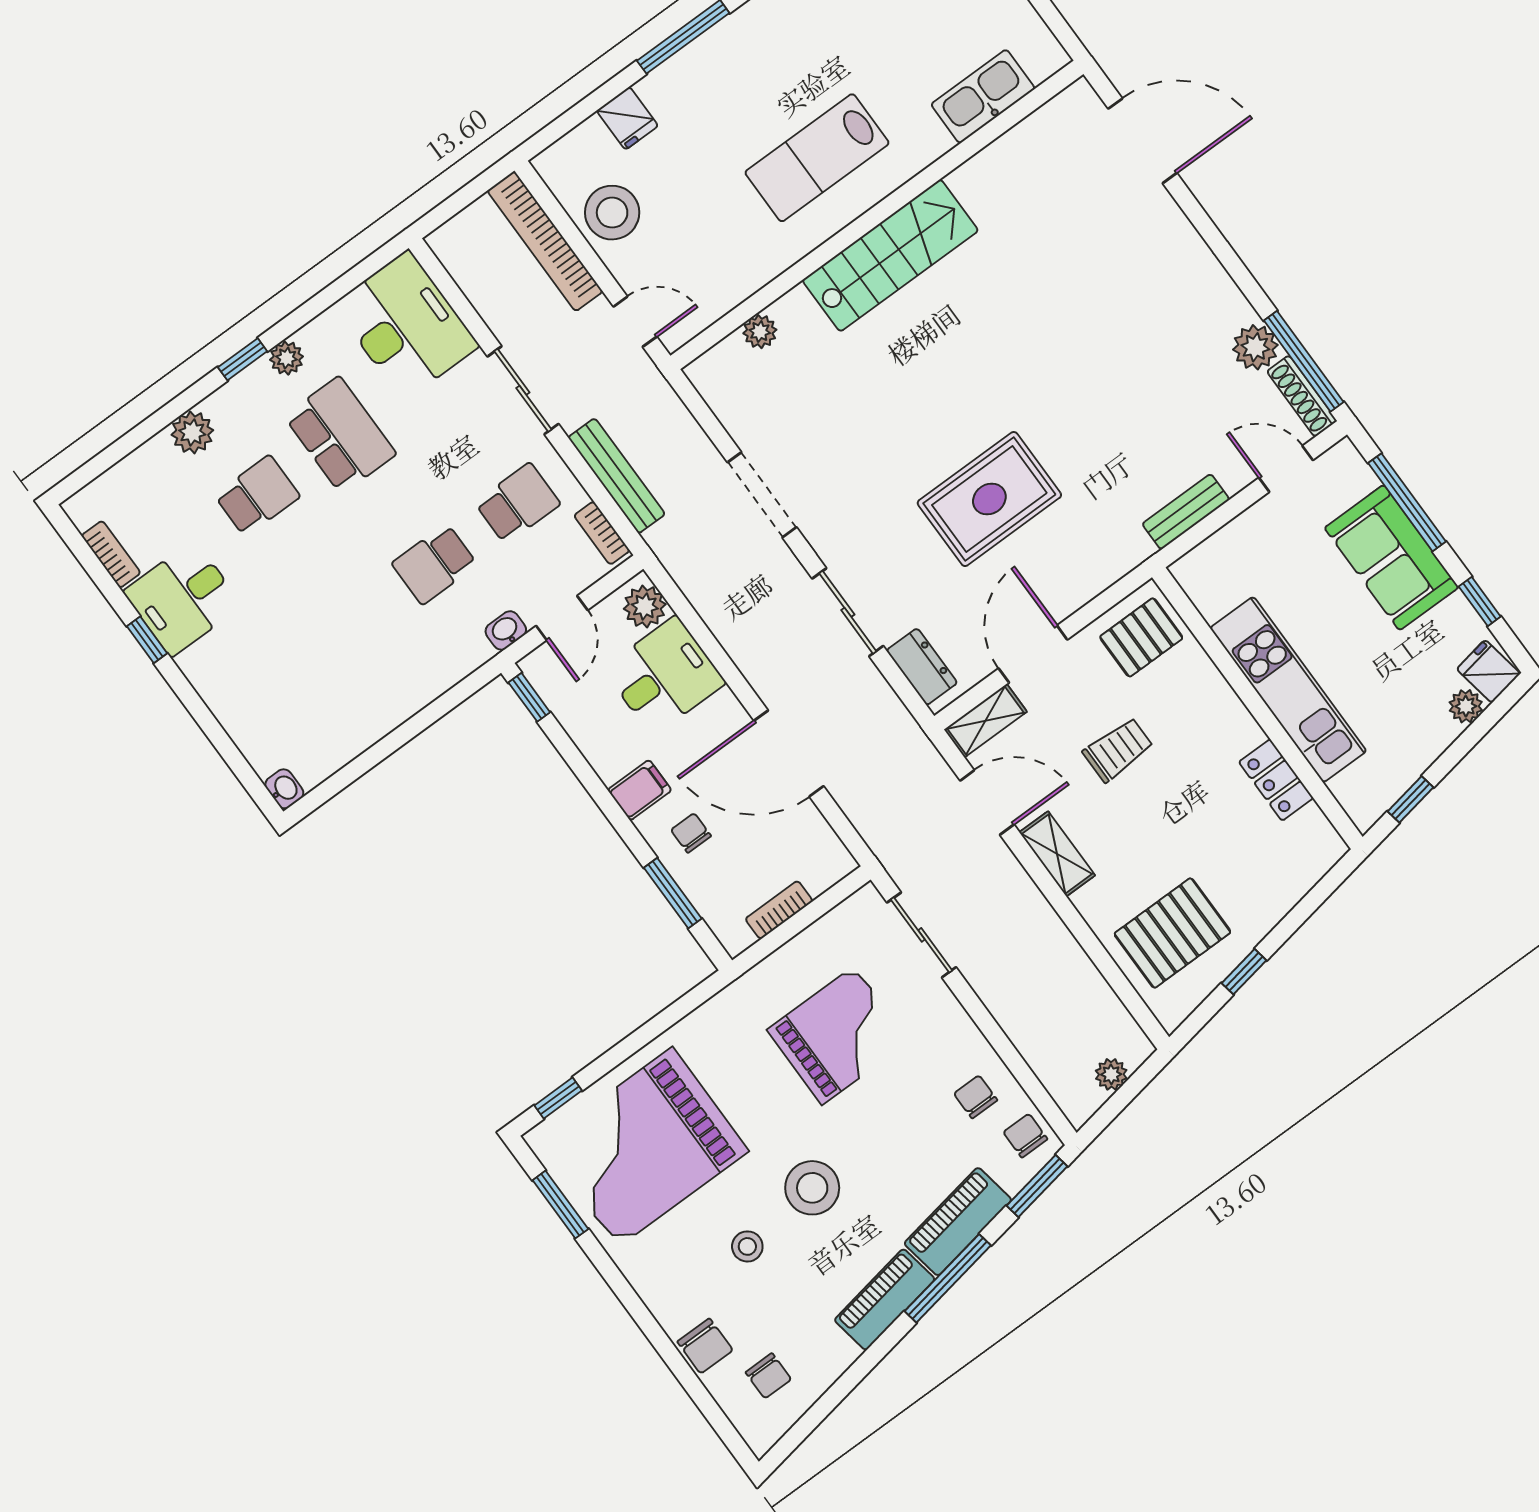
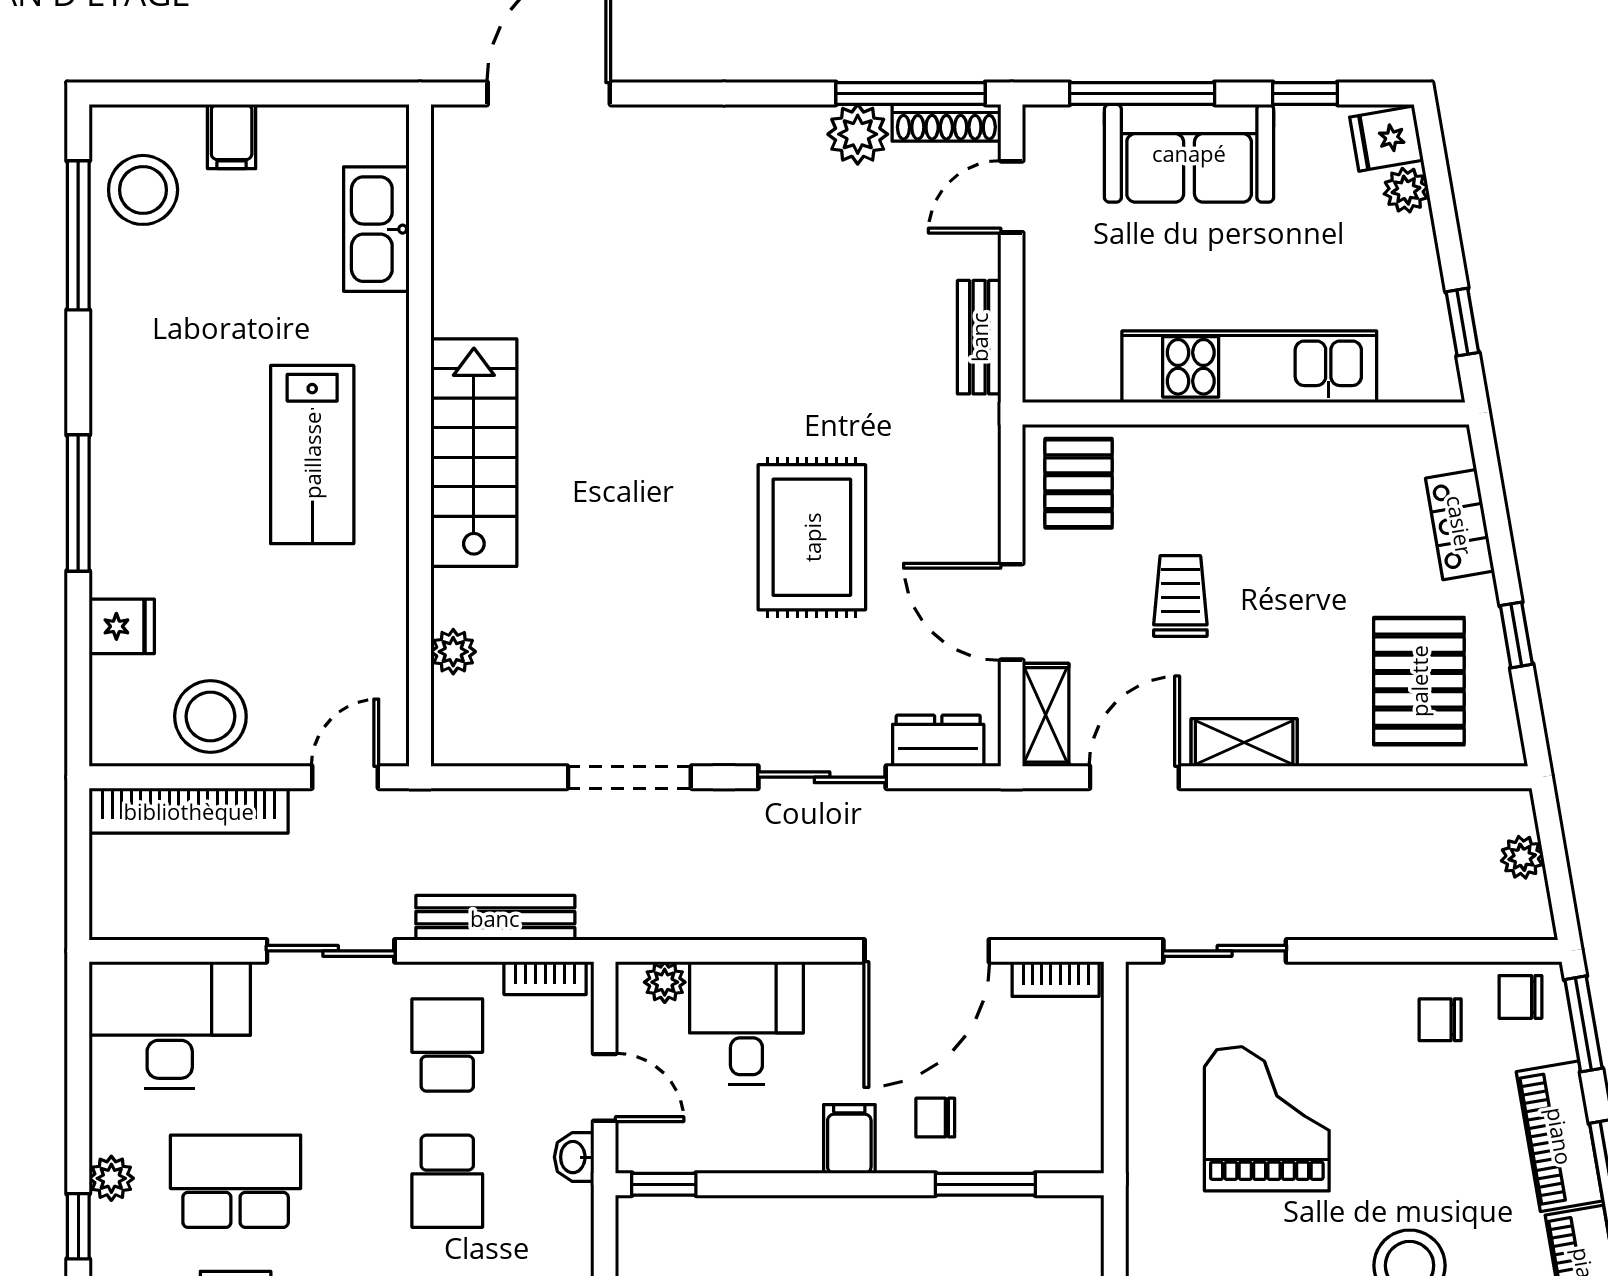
plant: (645, 607) -> (665, 982), width x0.73, depth x0.73
locker: (1276, 780) -> (1460, 525), moved, turned 80
bookcase: (779, 910) -> (1056, 979), moved, turned -90

